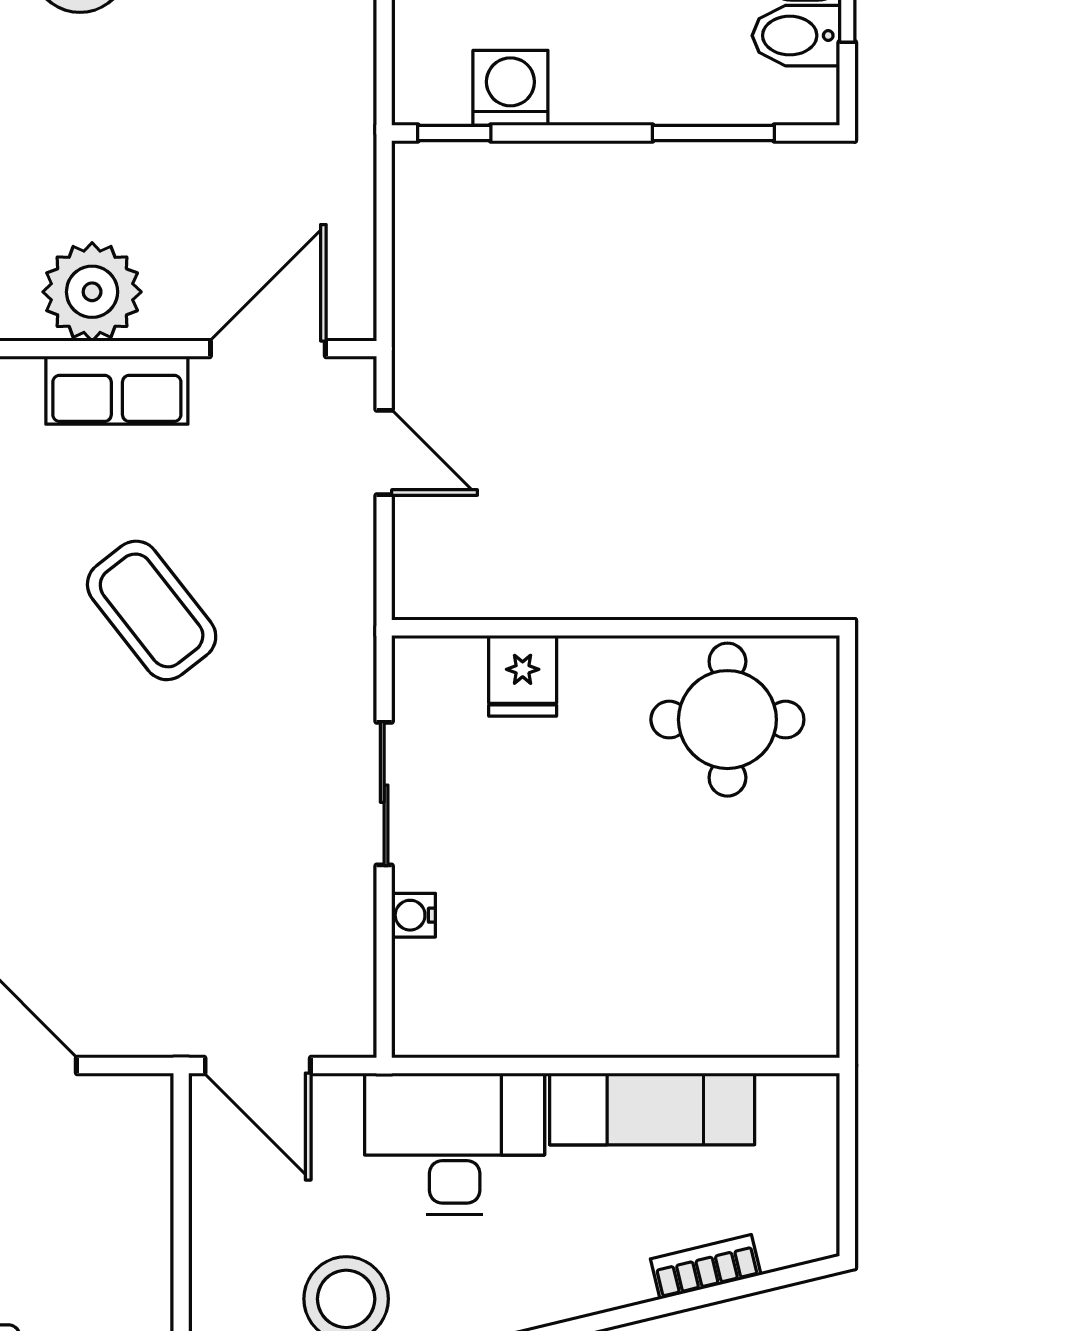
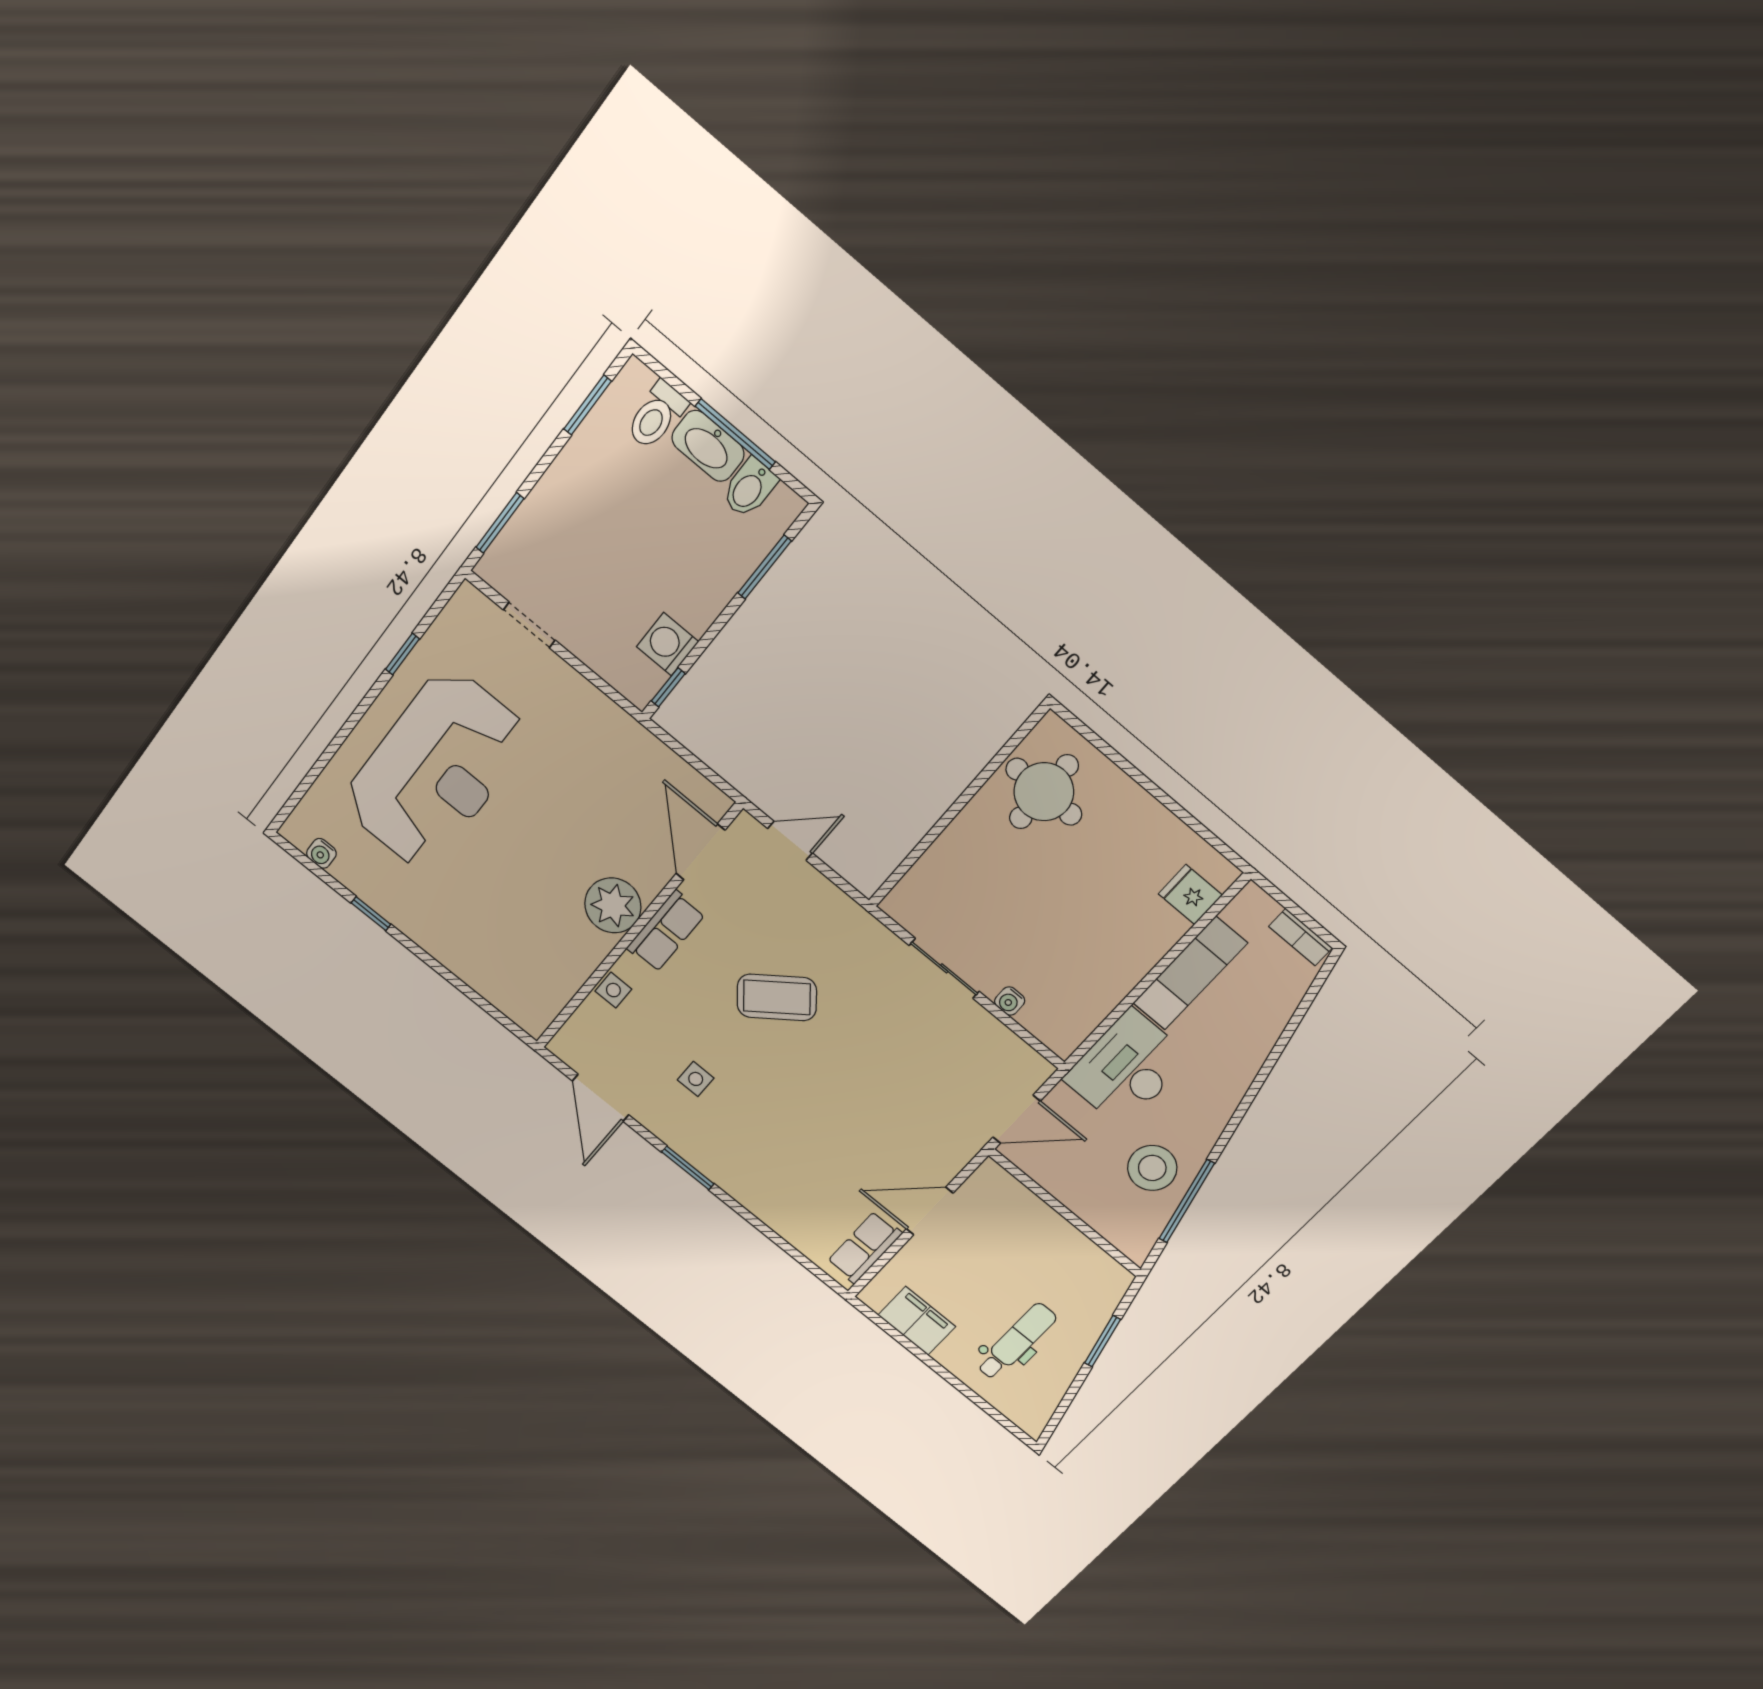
fridge: (523, 676) -> (1190, 895), moved, turned 180
bookcase: (706, 1267) -> (1301, 937), moved, turned -76

